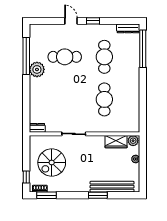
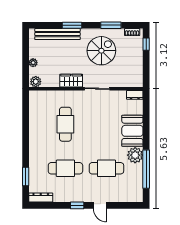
window: (143, 49) -> (26, 177), width x0.47
cafe table: (104, 57) -> (65, 168), turned 90
booth: (40, 93) -> (132, 131), added
wardrobe: (116, 142) -> (71, 81), moved
spiral stairs: (52, 163) -> (101, 51), moved
window: (46, 195) -> (111, 25), moved

